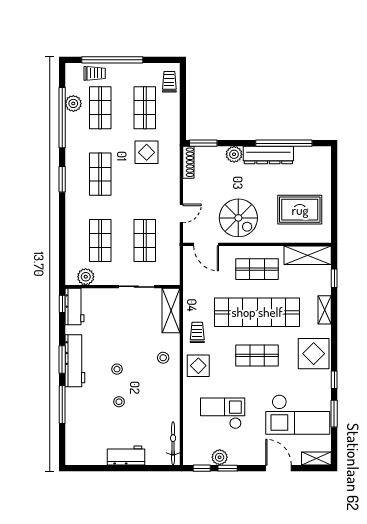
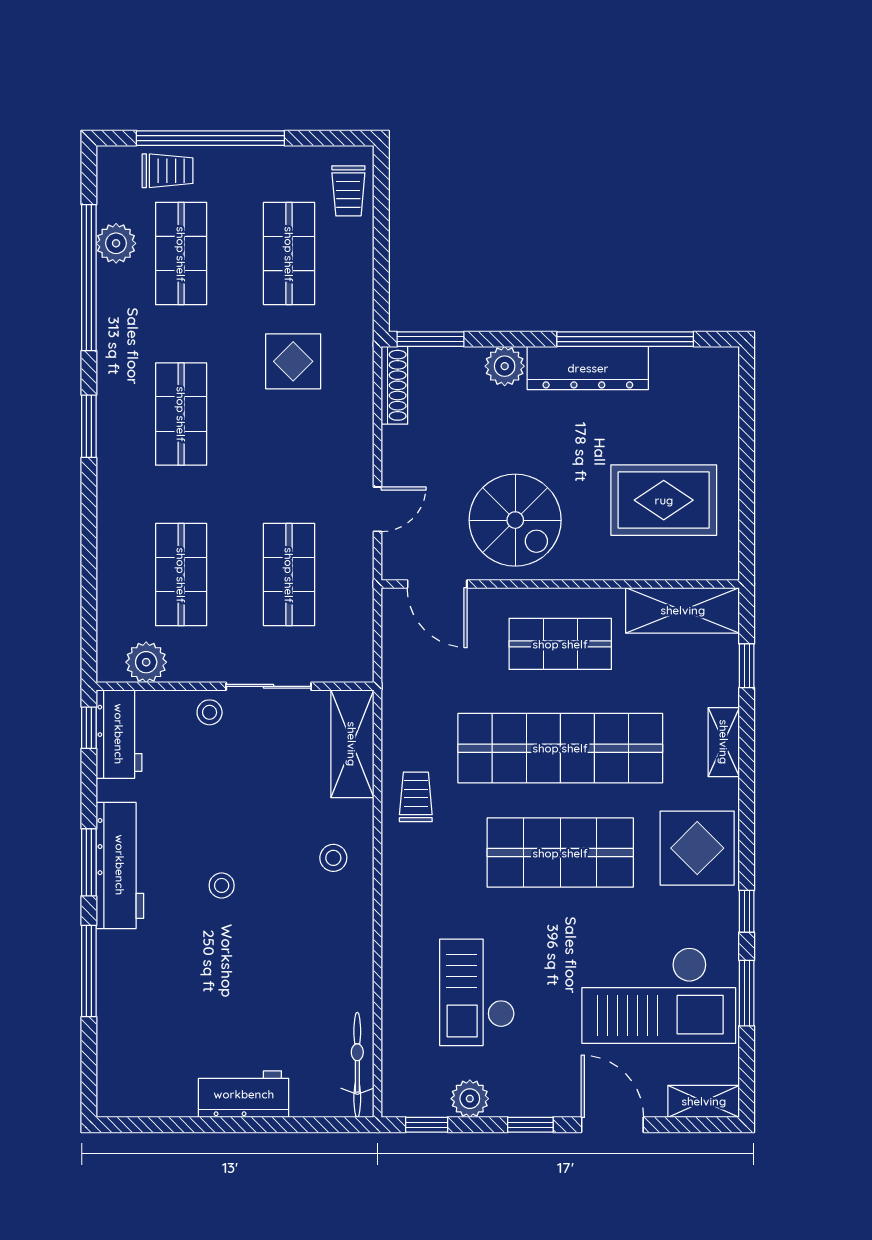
trolley: (169, 82) -> (348, 191), turned 180
shop shelf: (257, 355) -> (560, 853), width x1.43, depth x1.36
display table: (198, 366) -> (418, 877), removed
stool: (119, 402) -> (210, 712), moved
checkout: (223, 413) -> (477, 992), turned -90
window: (228, 468) -> (530, 1125), moved

